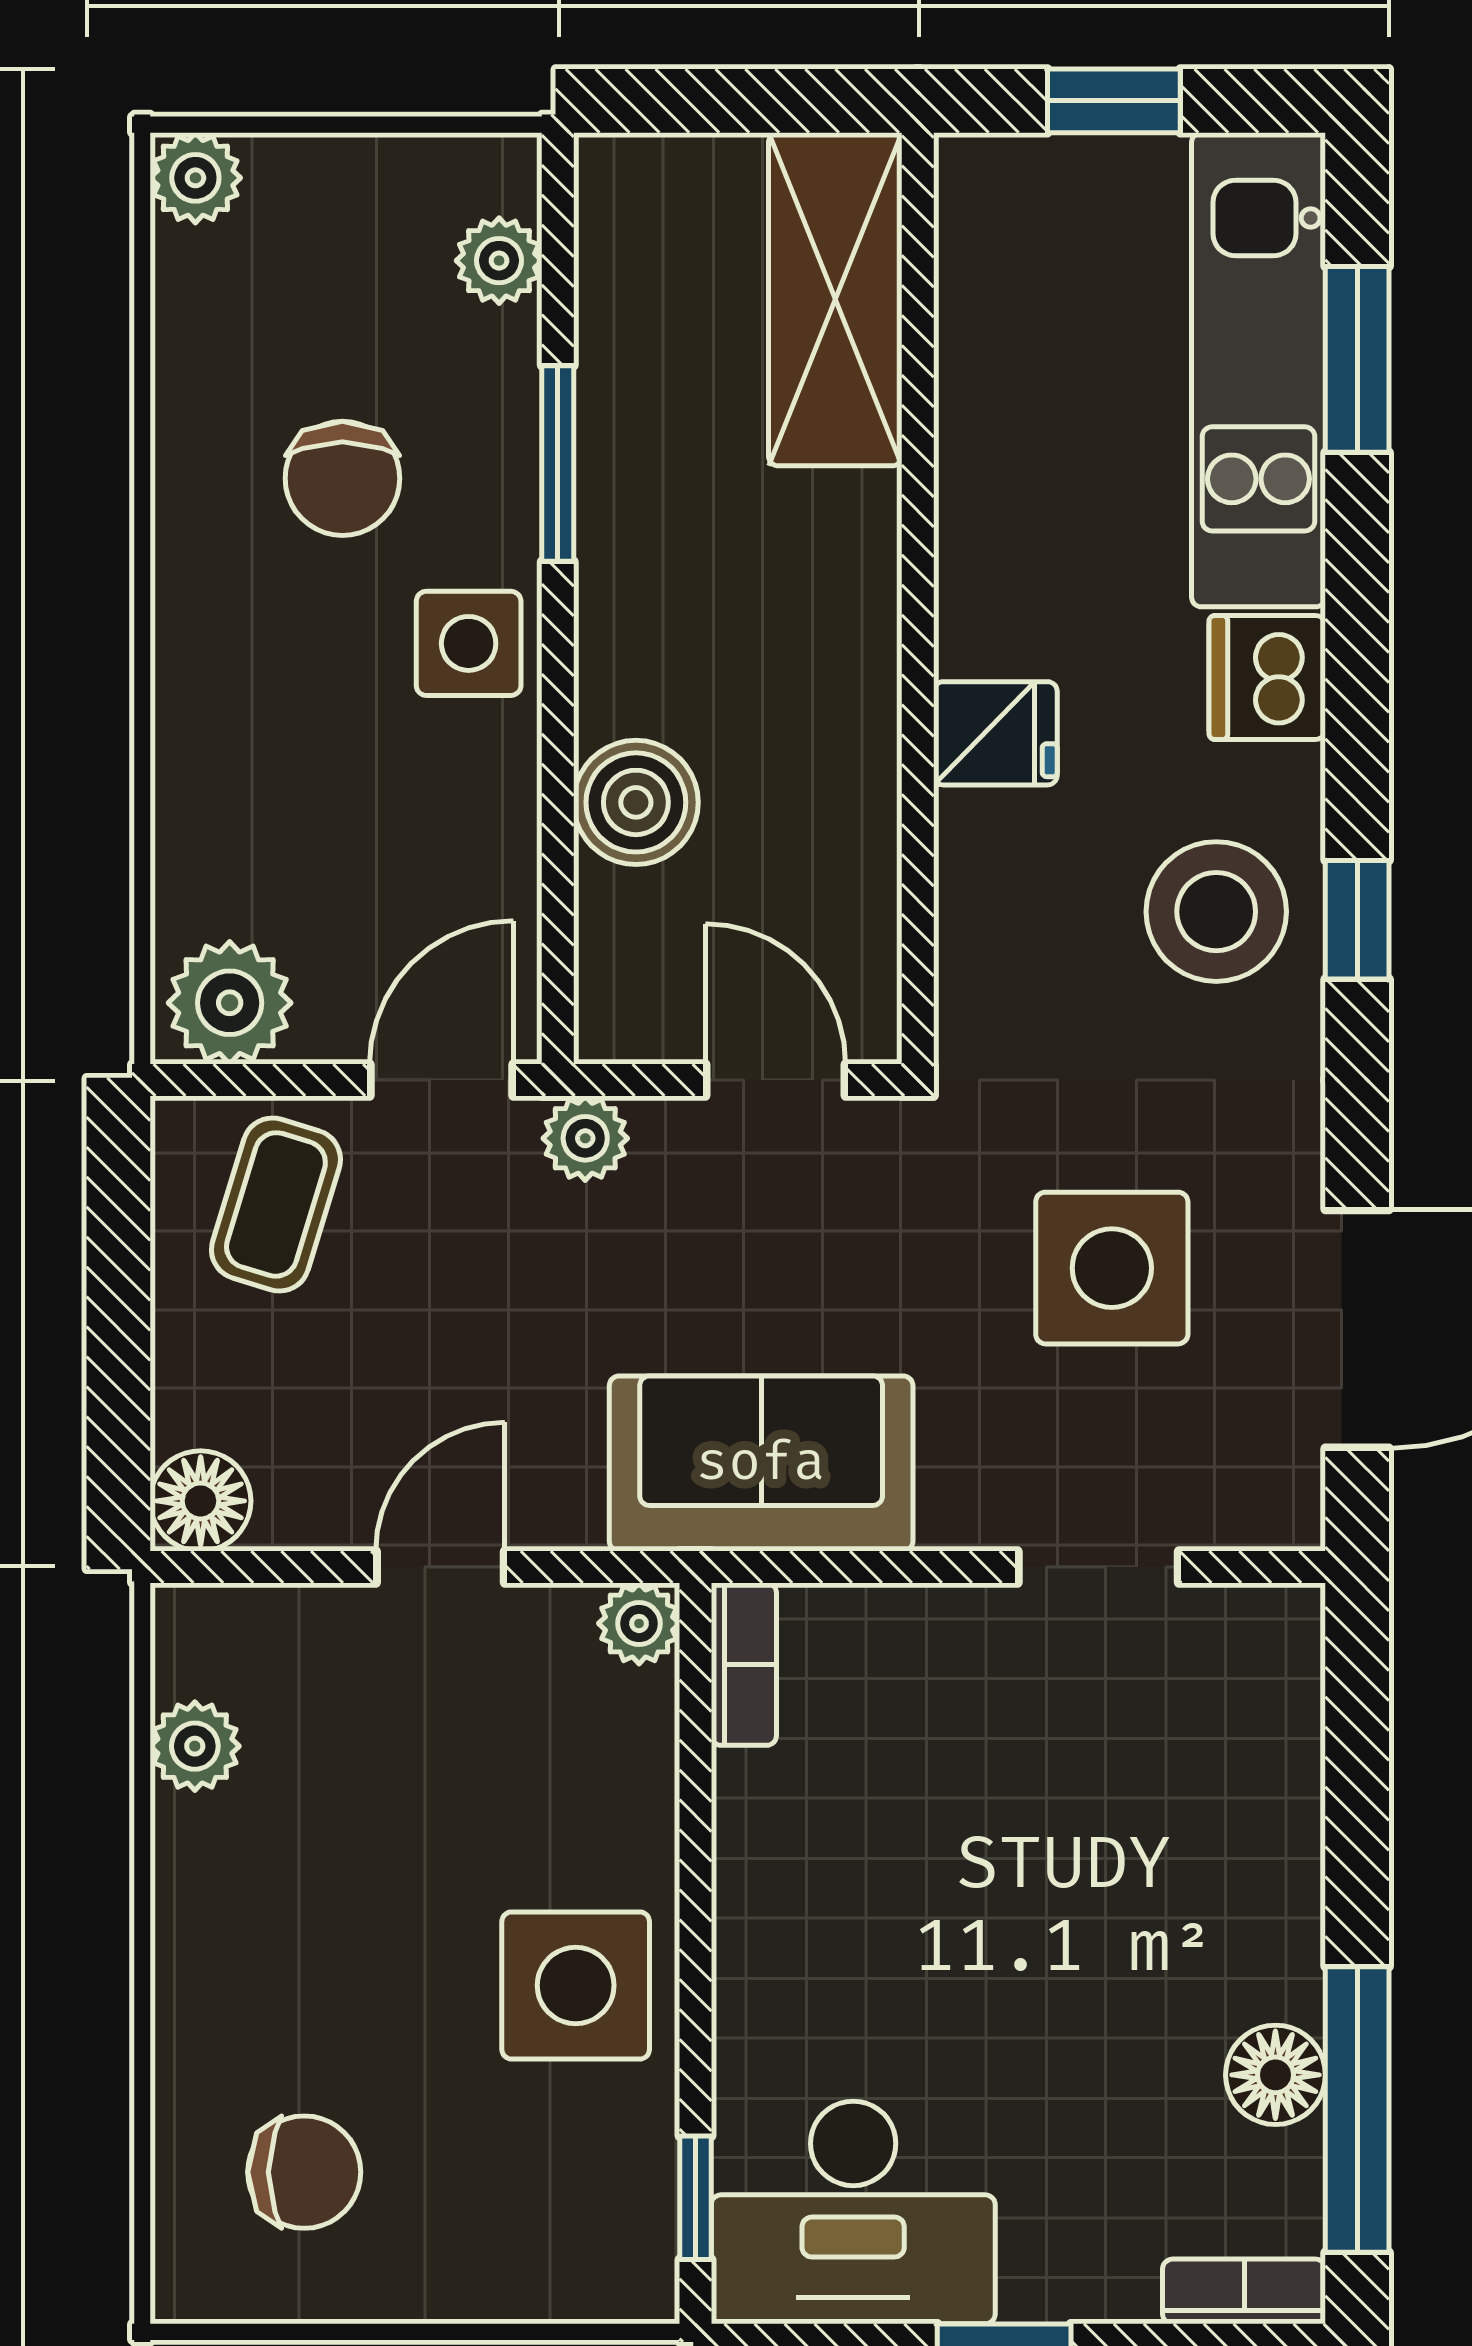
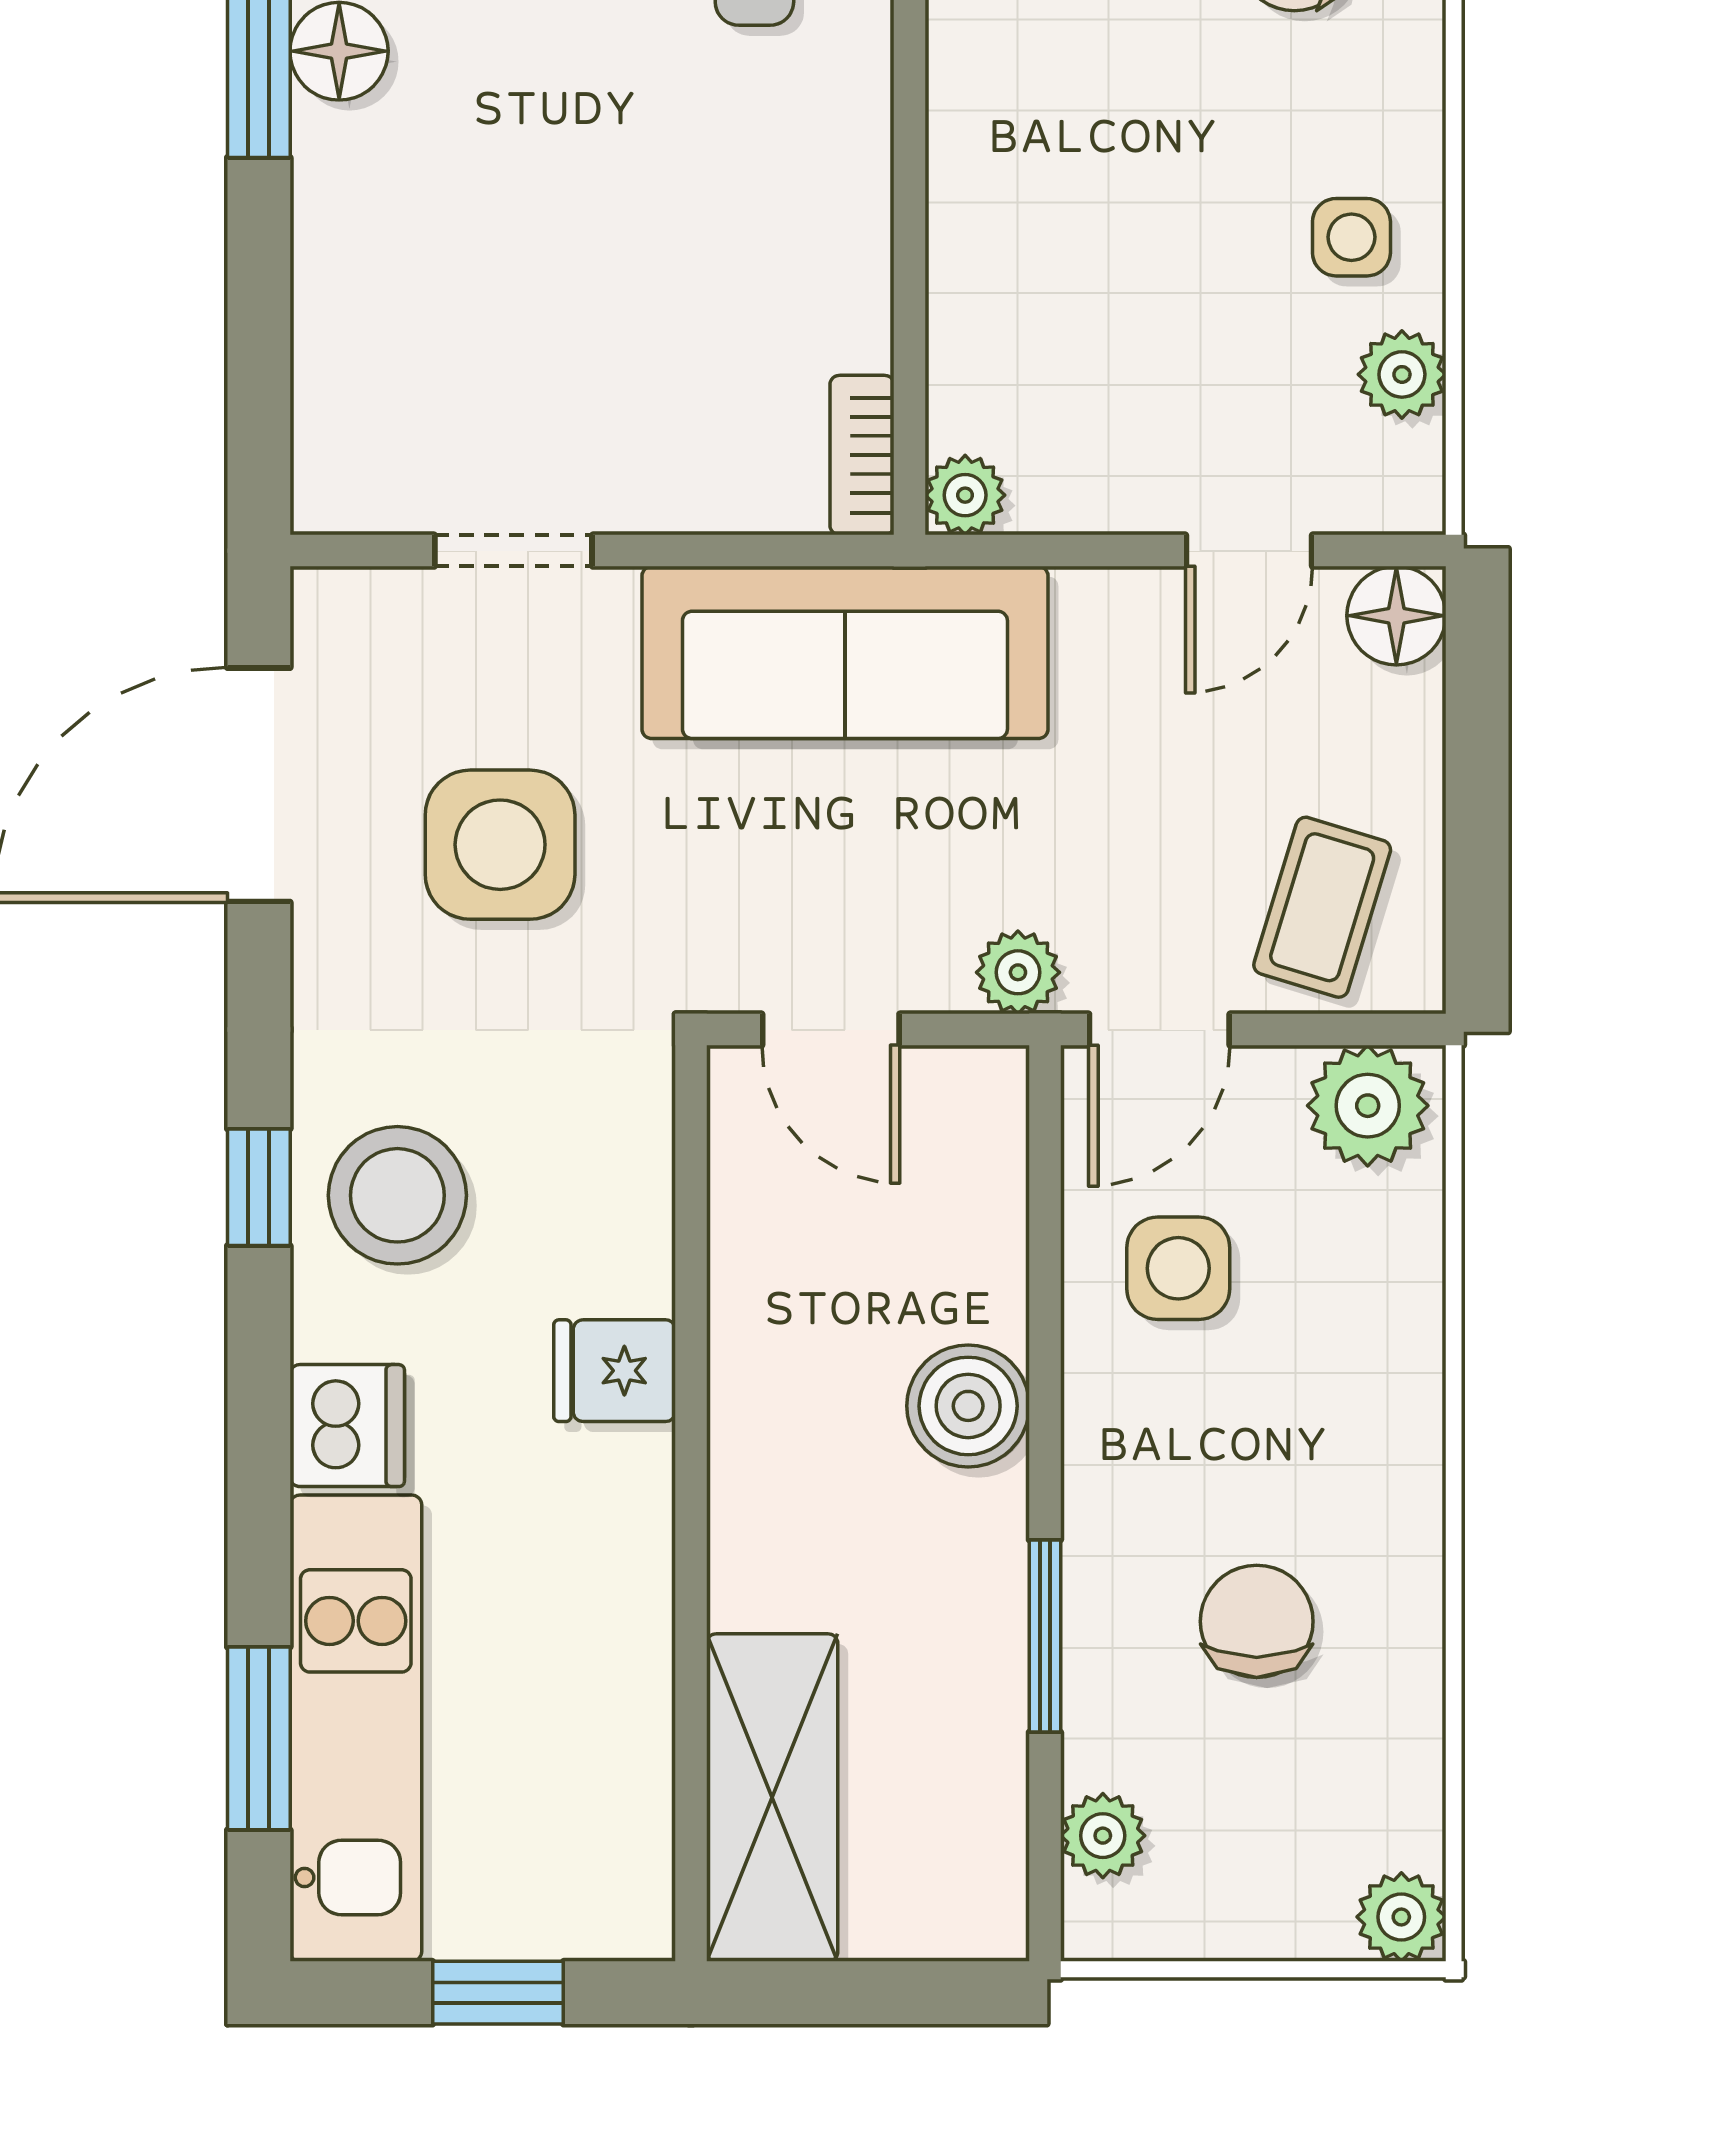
side table: (469, 643) -> (1178, 1268), moved
boiler: (636, 802) -> (968, 1406), moved
sofa: (761, 1463) -> (845, 652), width x1.36
door: (440, 1567) -> (1249, 551), moved
side table: (576, 1985) -> (1351, 237), moved, width x0.54, depth x0.54

